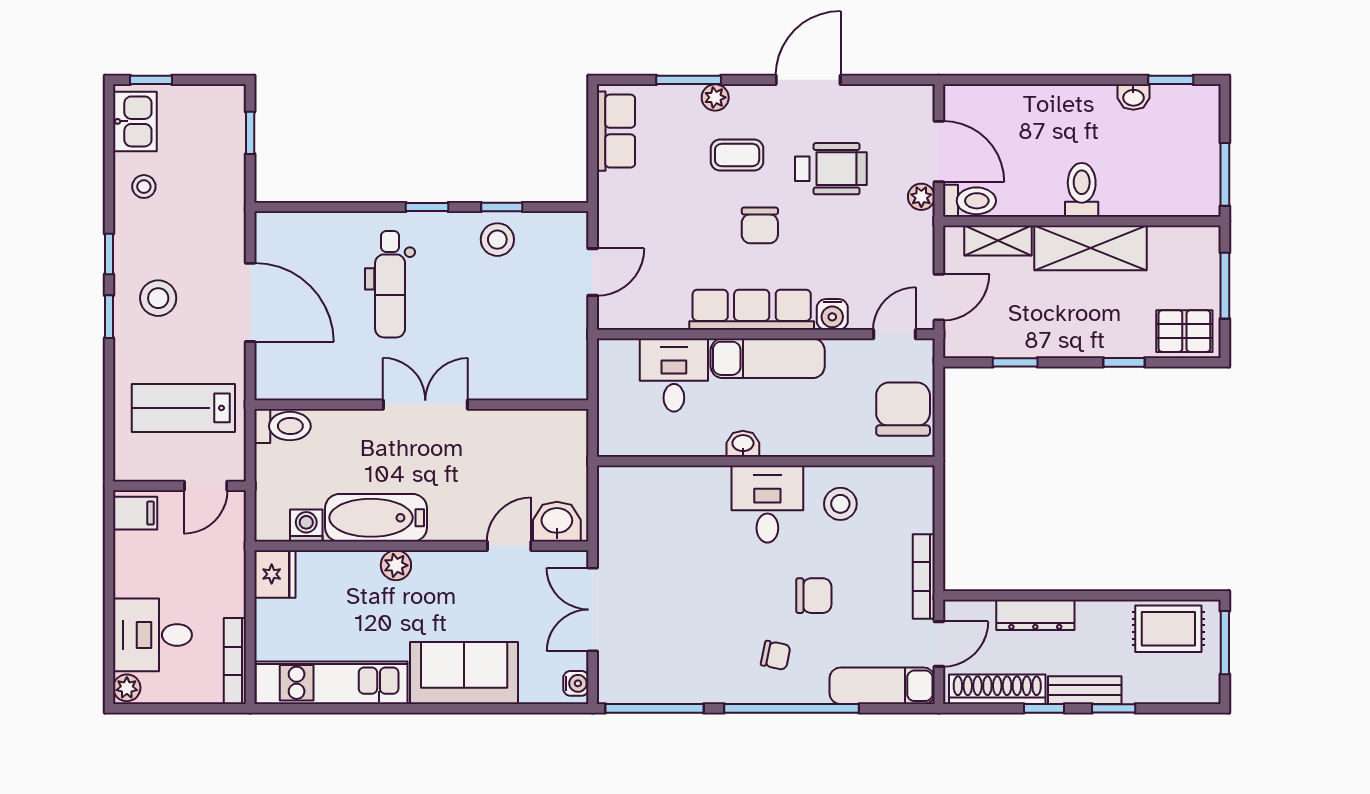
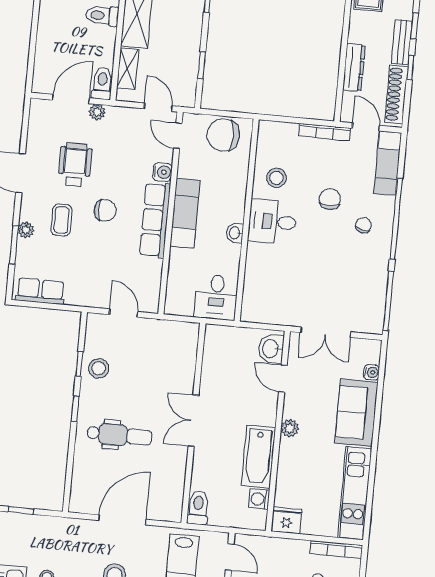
desk: (674, 375) -> (216, 297), moved, turned -90
plant: (396, 565) -> (290, 428), moved
water cooler: (576, 683) -> (371, 372), moved, turned 90

